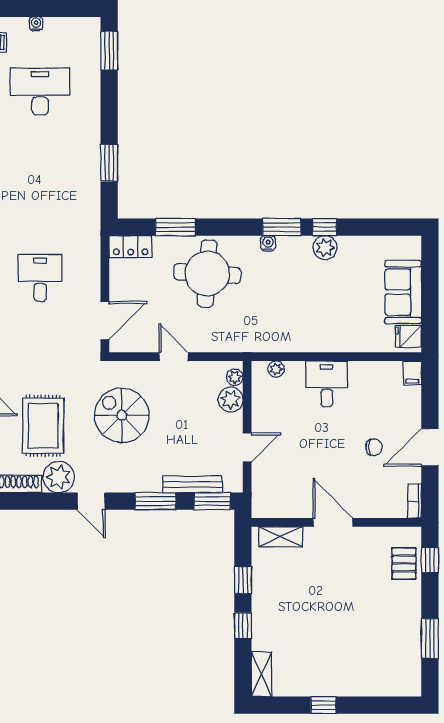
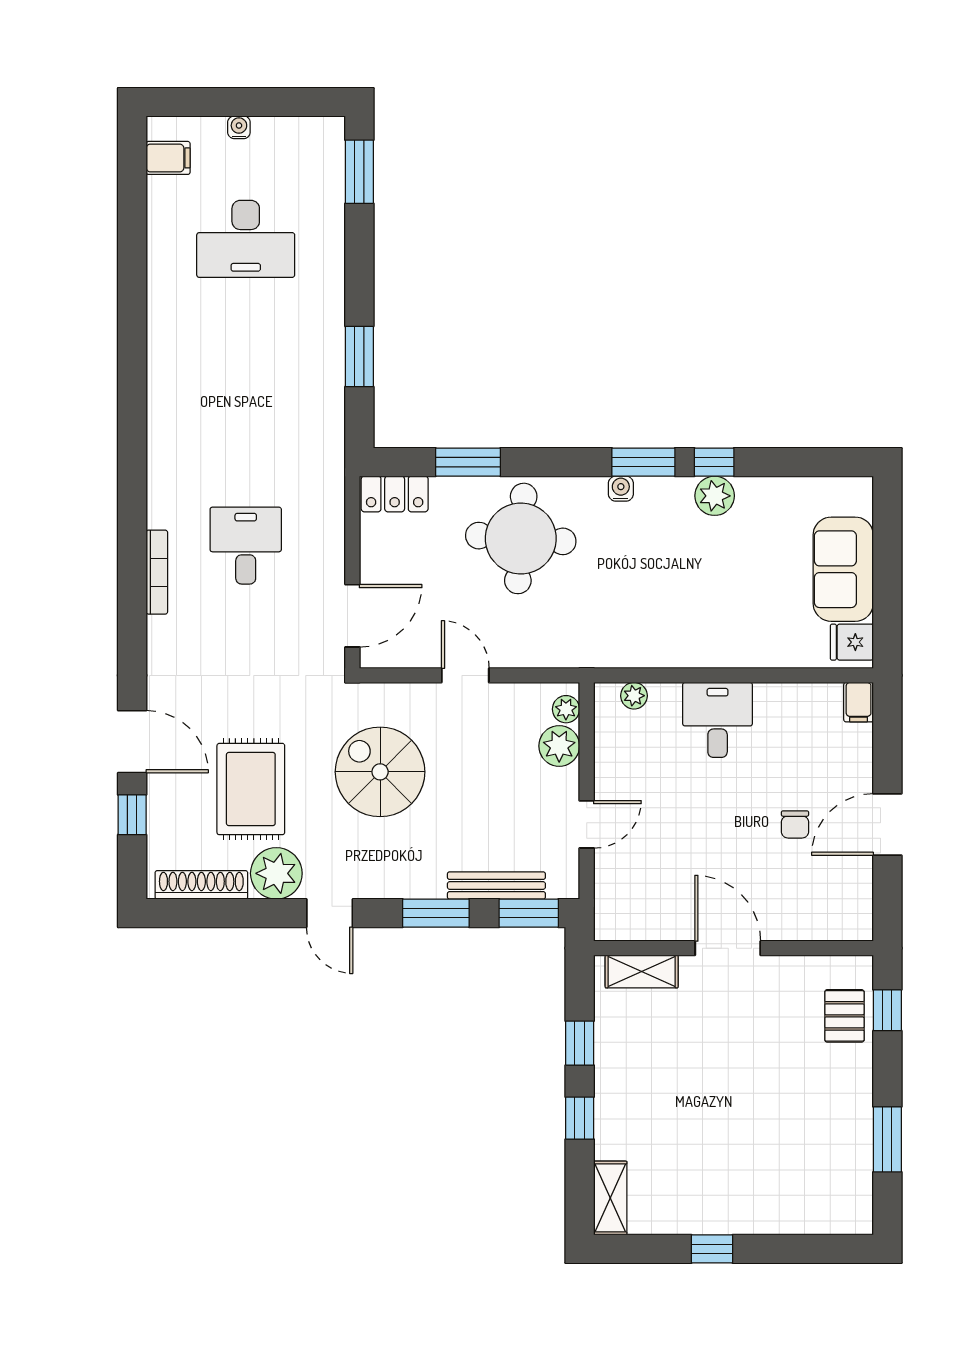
desk: (40, 91) -> (246, 239), turned 180
chair: (374, 447) -> (795, 824), turned 90
bookcase: (415, 501) -> (862, 913), removed

